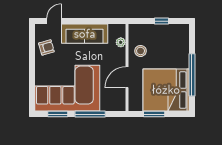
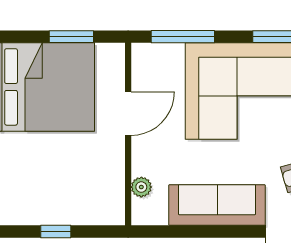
stool: (141, 51) -> (100, 169), removed
window: (90, 114) -> (183, 37), moved

